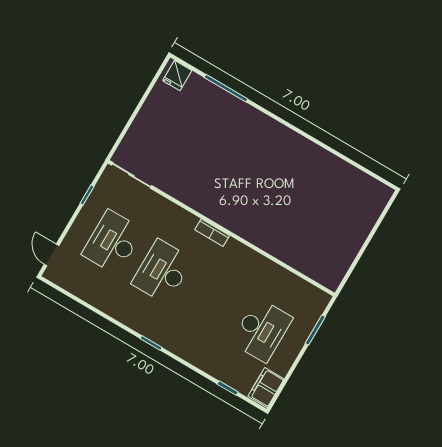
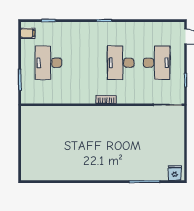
desk: (162, 271) -> (121, 63), turned 180
filing cabinet: (266, 388) -> (28, 33), width x0.50

